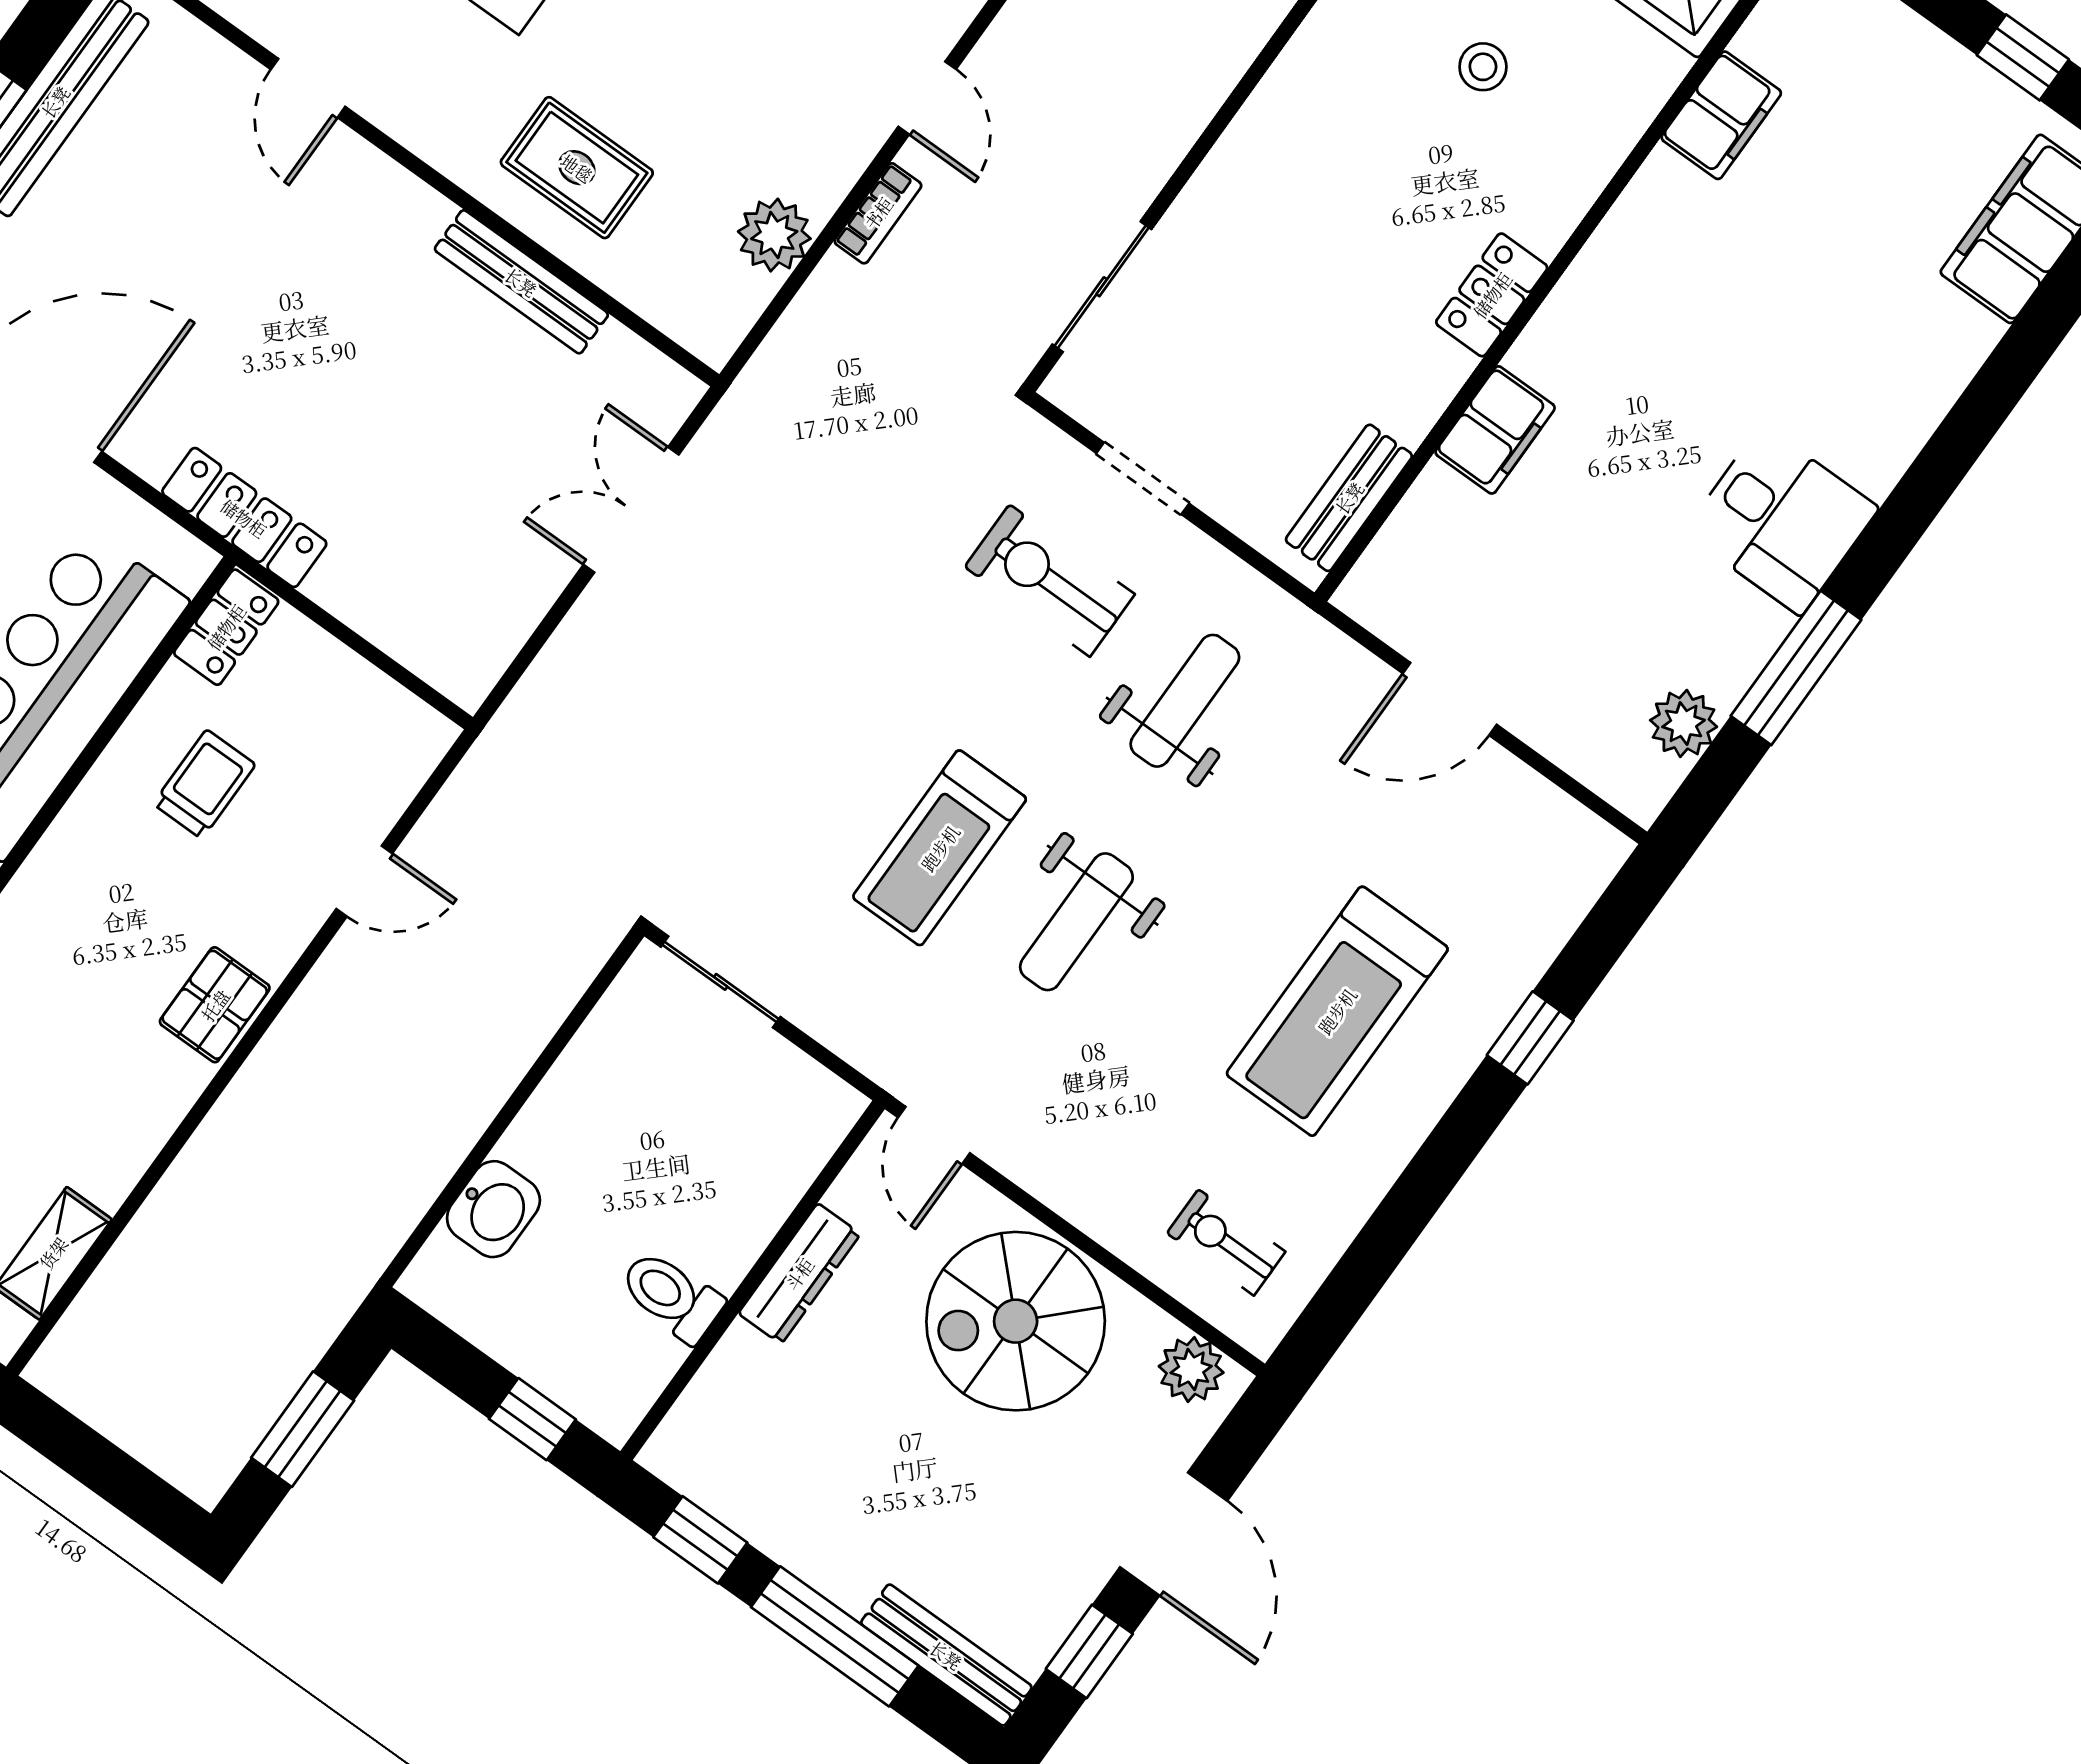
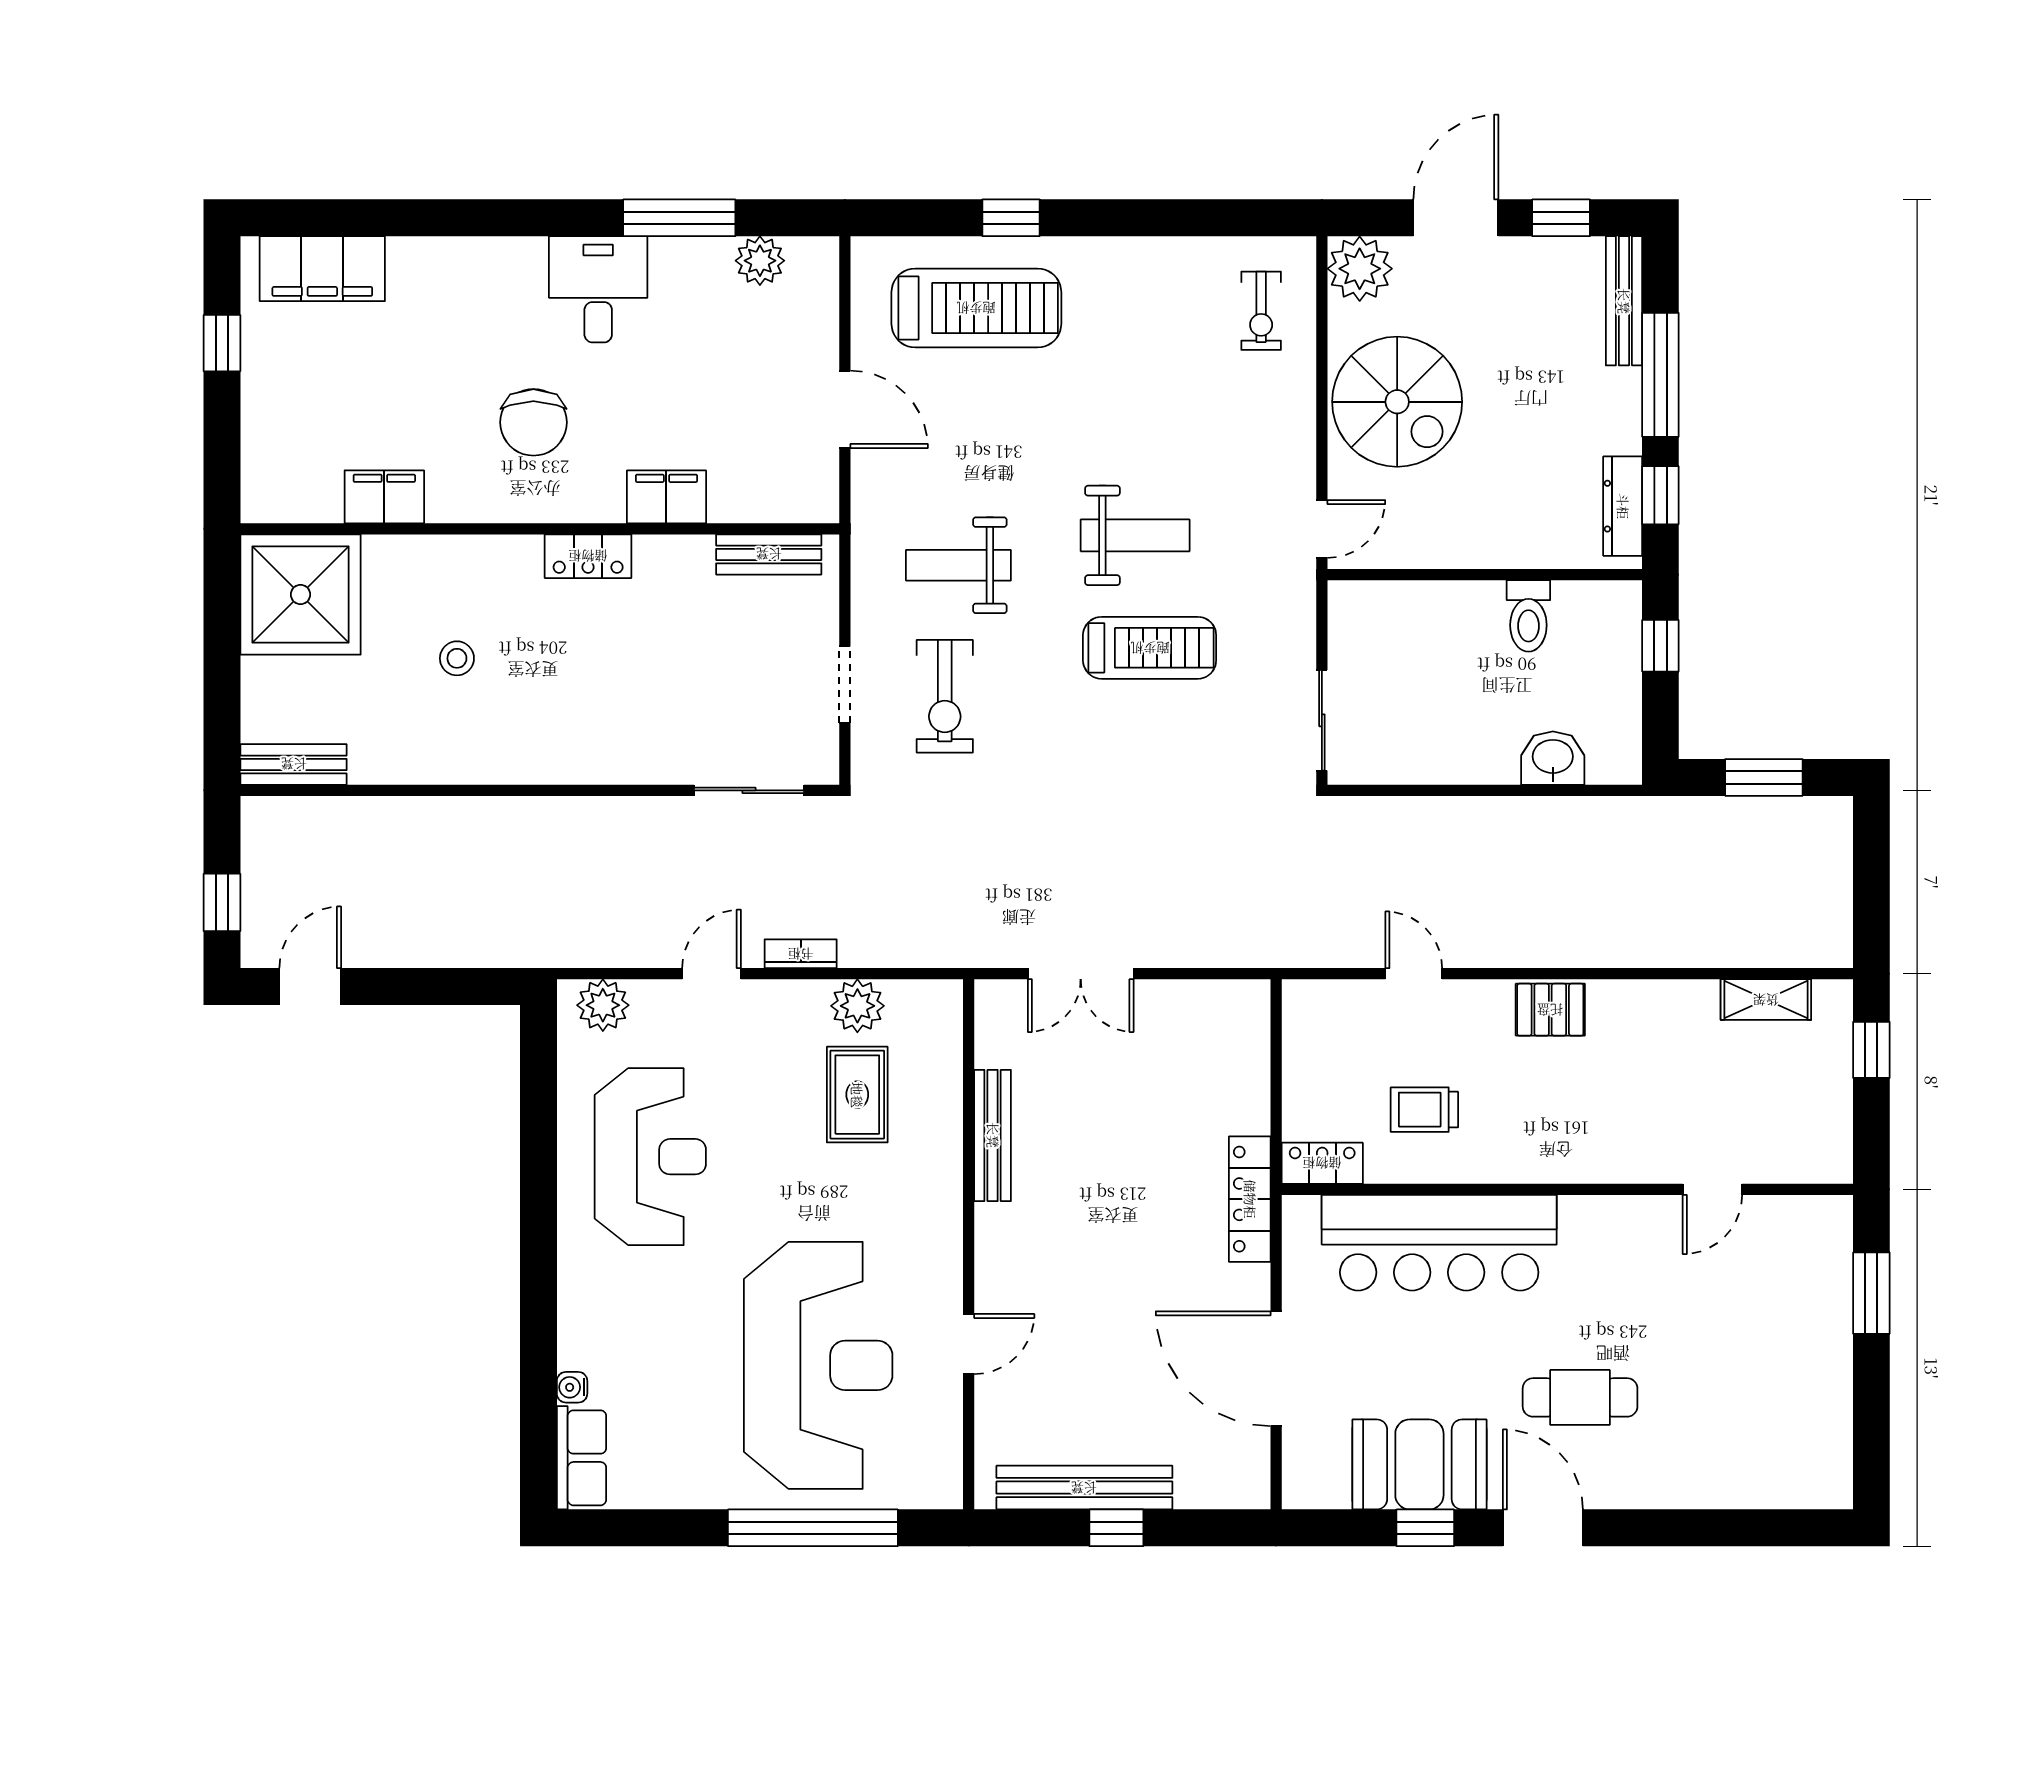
rug: (577, 168) -> (857, 1095), moved
chair: (1685, 341) -> (533, 422), added
treadmill: (1337, 1011) -> (976, 308), moved
dresser: (799, 1274) -> (1623, 506), moved, turned -90
plant: (1191, 1369) -> (1360, 269), width x1.36, depth x1.36

